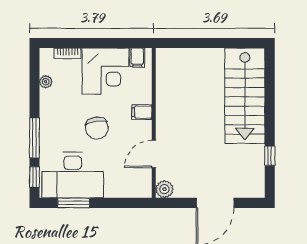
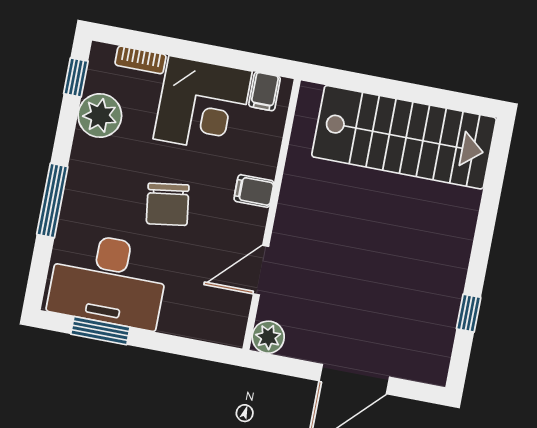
plant: (46, 82) -> (100, 116), width x1.88, depth x1.88
stairs: (245, 96) -> (404, 137), moved, turned -90
window: (34, 177) -> (76, 77), moved

